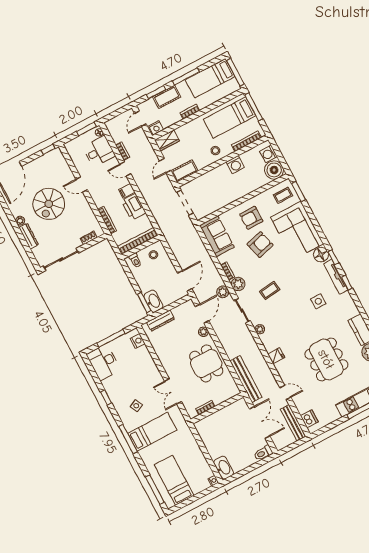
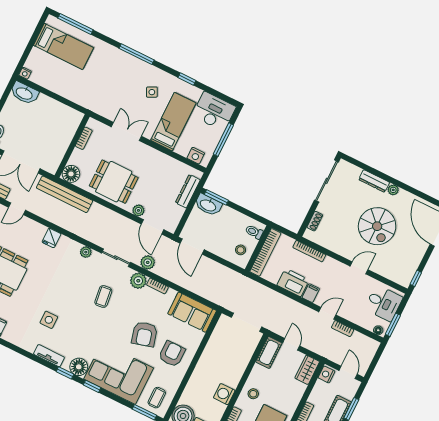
desk: (99, 151) -> (384, 303), moved, turned -90
spiral stairs: (49, 204) -> (377, 226), turned 180
tv unit: (336, 277) -> (49, 356), width x0.71
window: (347, 283) -> (92, 386), moved
floor lamp: (232, 390) -> (71, 174), added
bed: (152, 432) -> (173, 122), moved, turned 180

